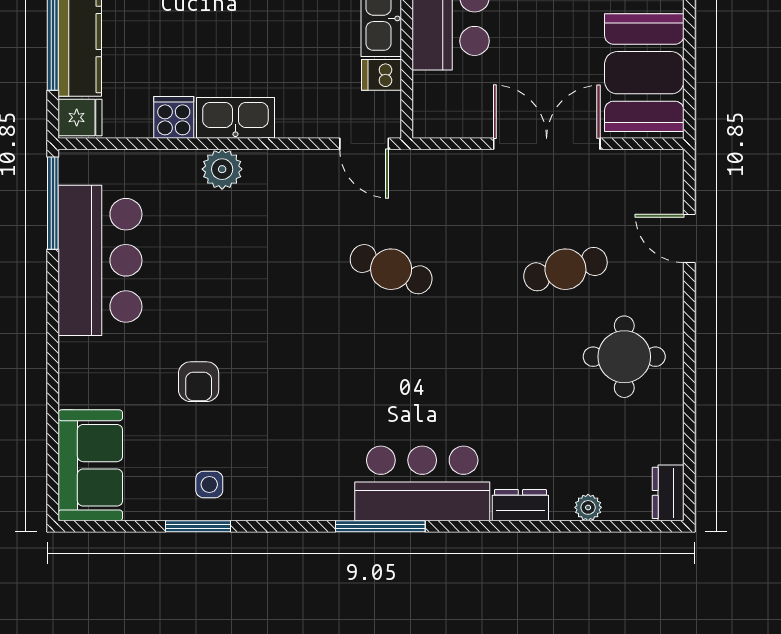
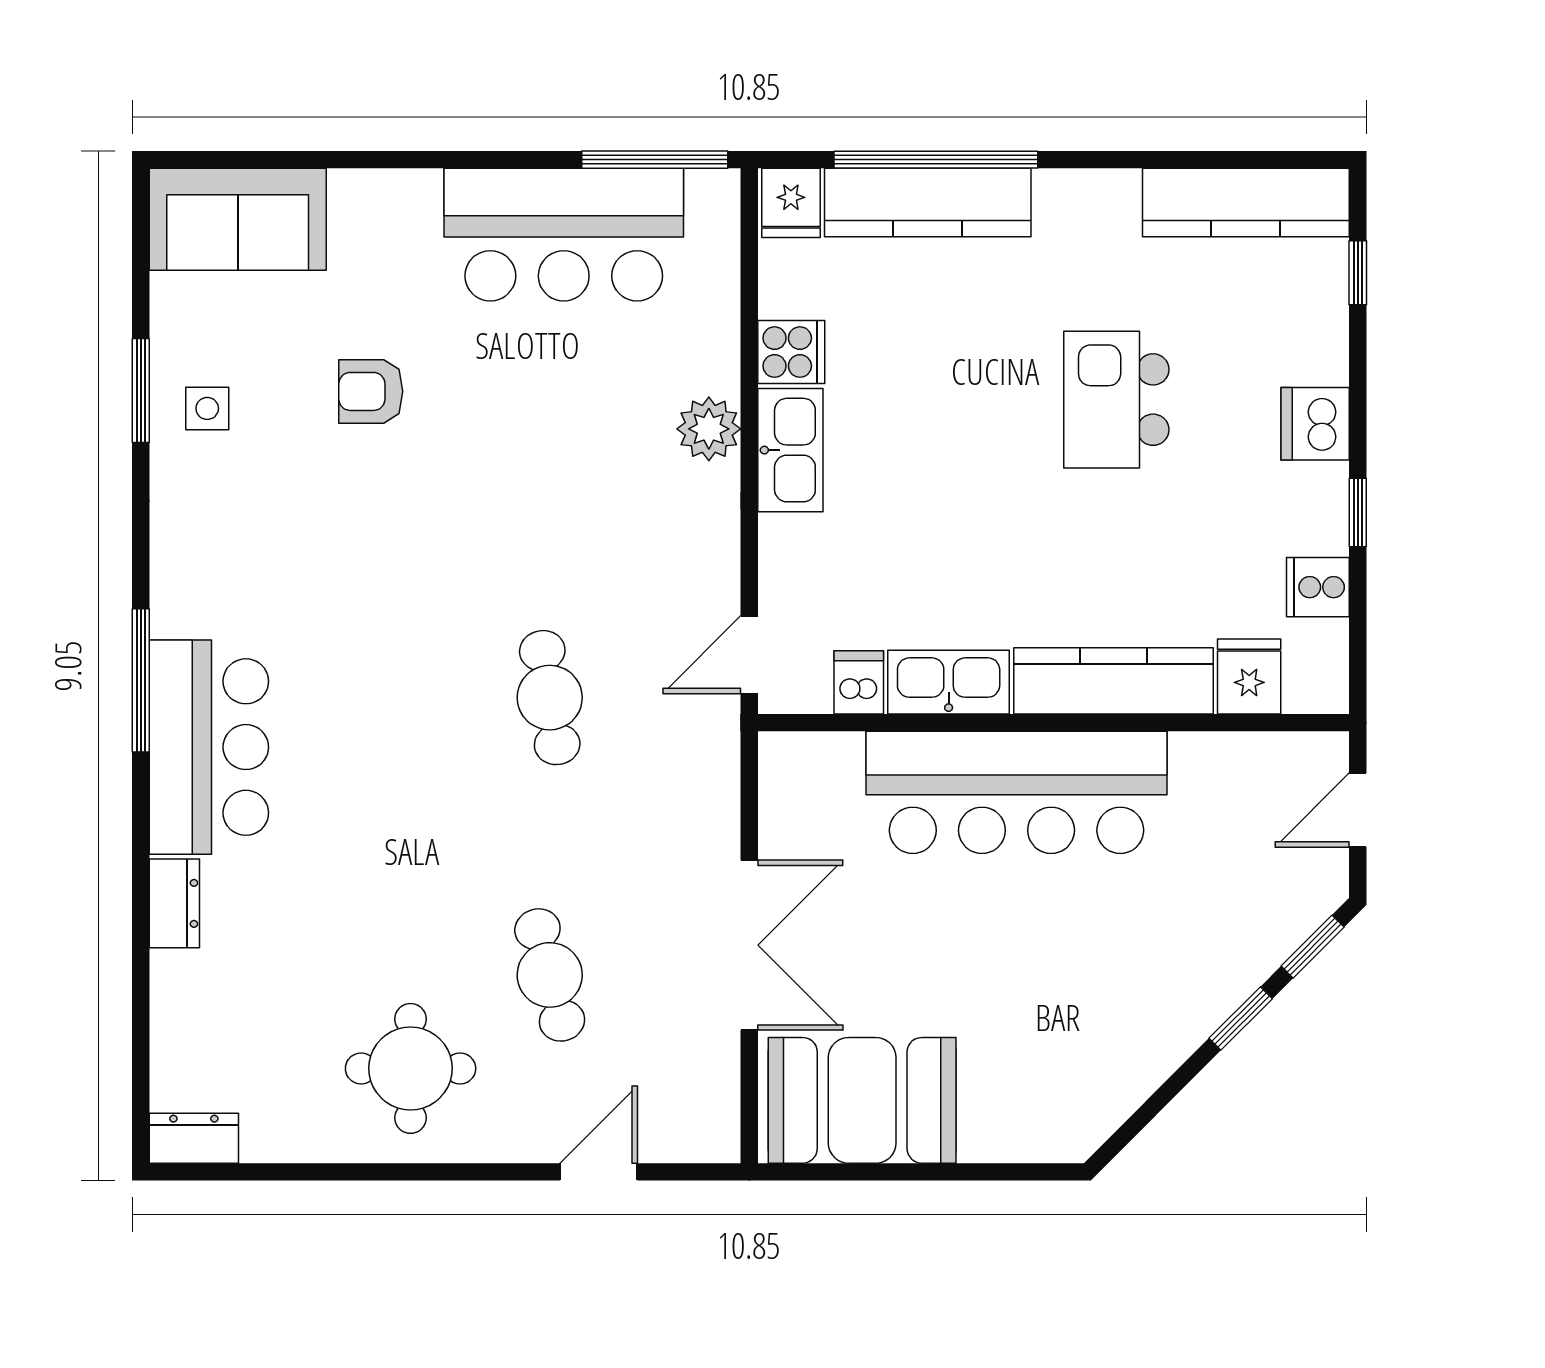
cafe table: (391, 269) -> (550, 698), turned -30
plant: (588, 507) -> (171, 1011), removed

